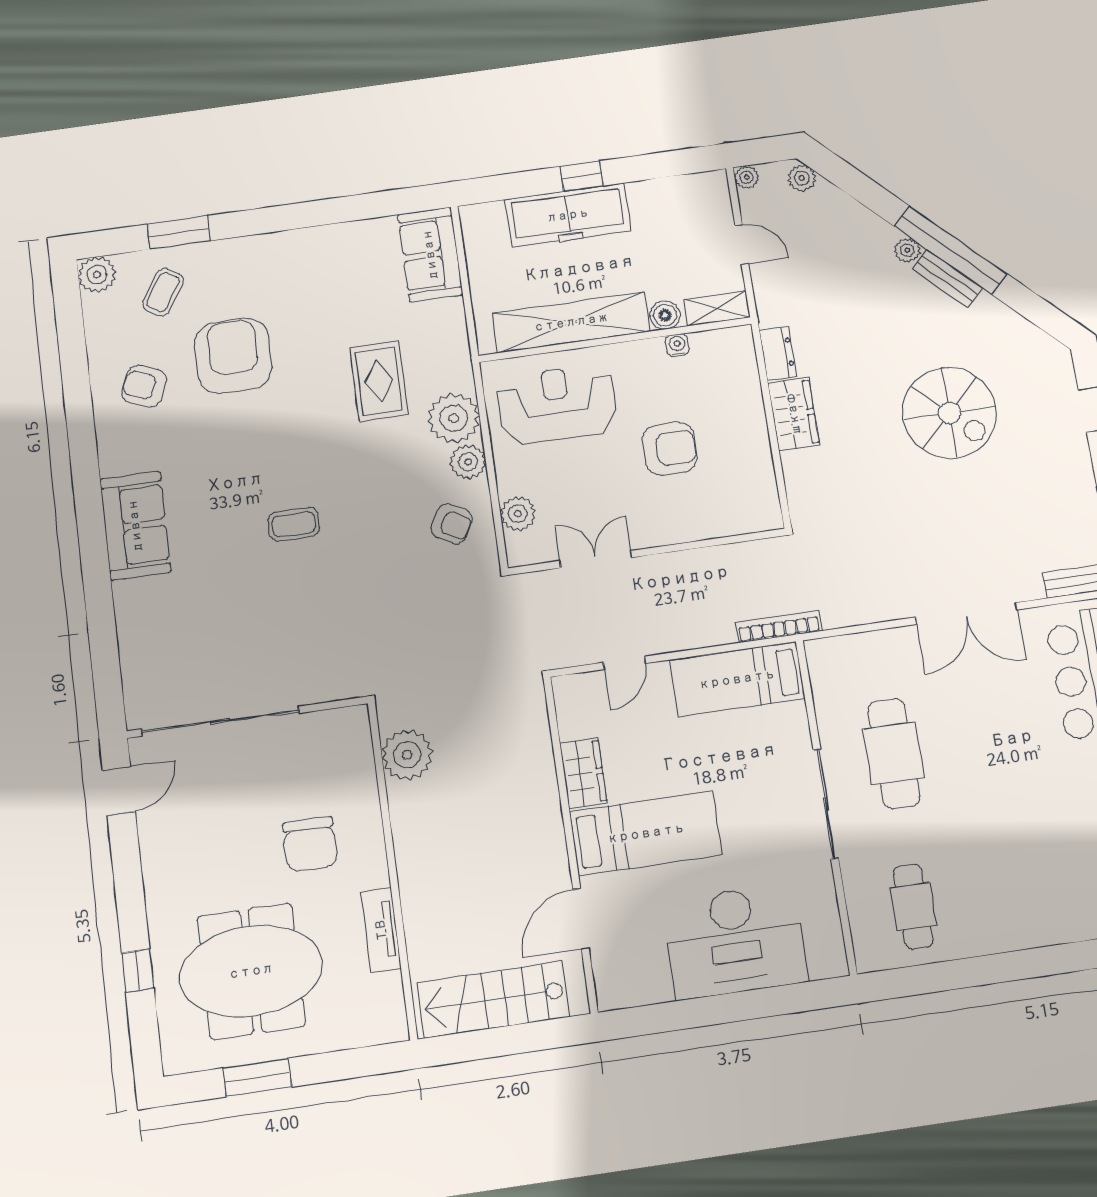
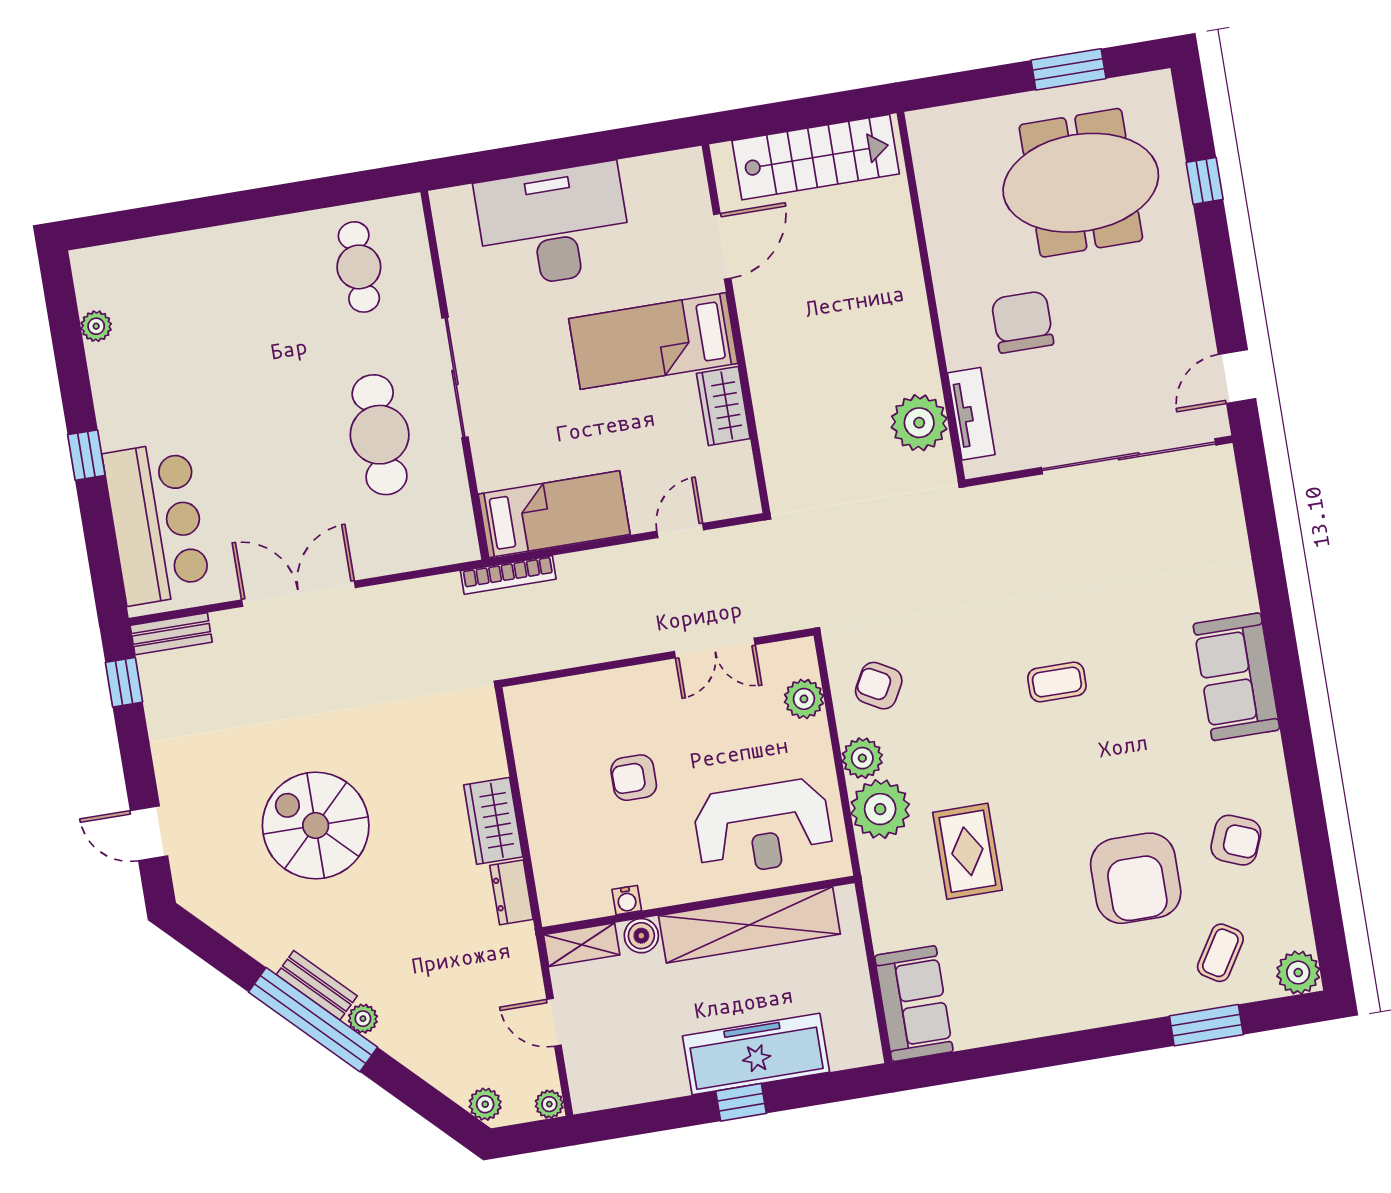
armchair: (670, 449) -> (634, 778), width x0.72, depth x0.72
tv unit: (381, 930) -> (971, 414), moved

